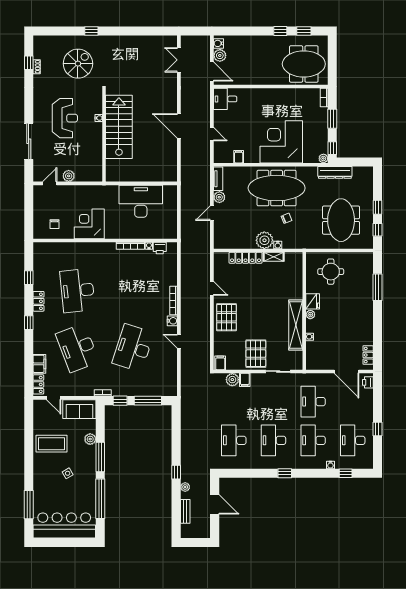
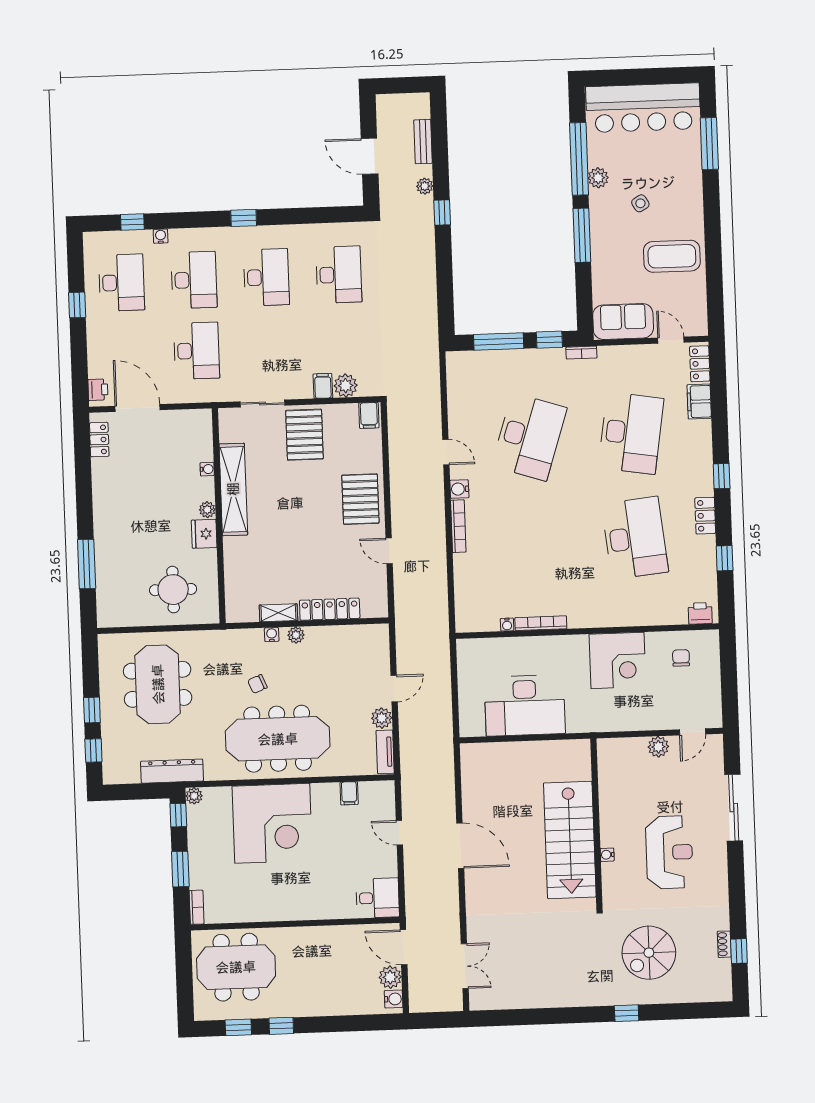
reception desk: (65, 118) -> (669, 852), turned 180
window: (377, 230) -> (93, 750), moved
plant: (264, 240) -> (296, 635), width x0.53, depth x0.53
printer: (160, 248) -> (700, 613), moved
desk: (77, 348) -> (631, 433), turned 30
plant: (90, 439) -> (598, 178), moved

